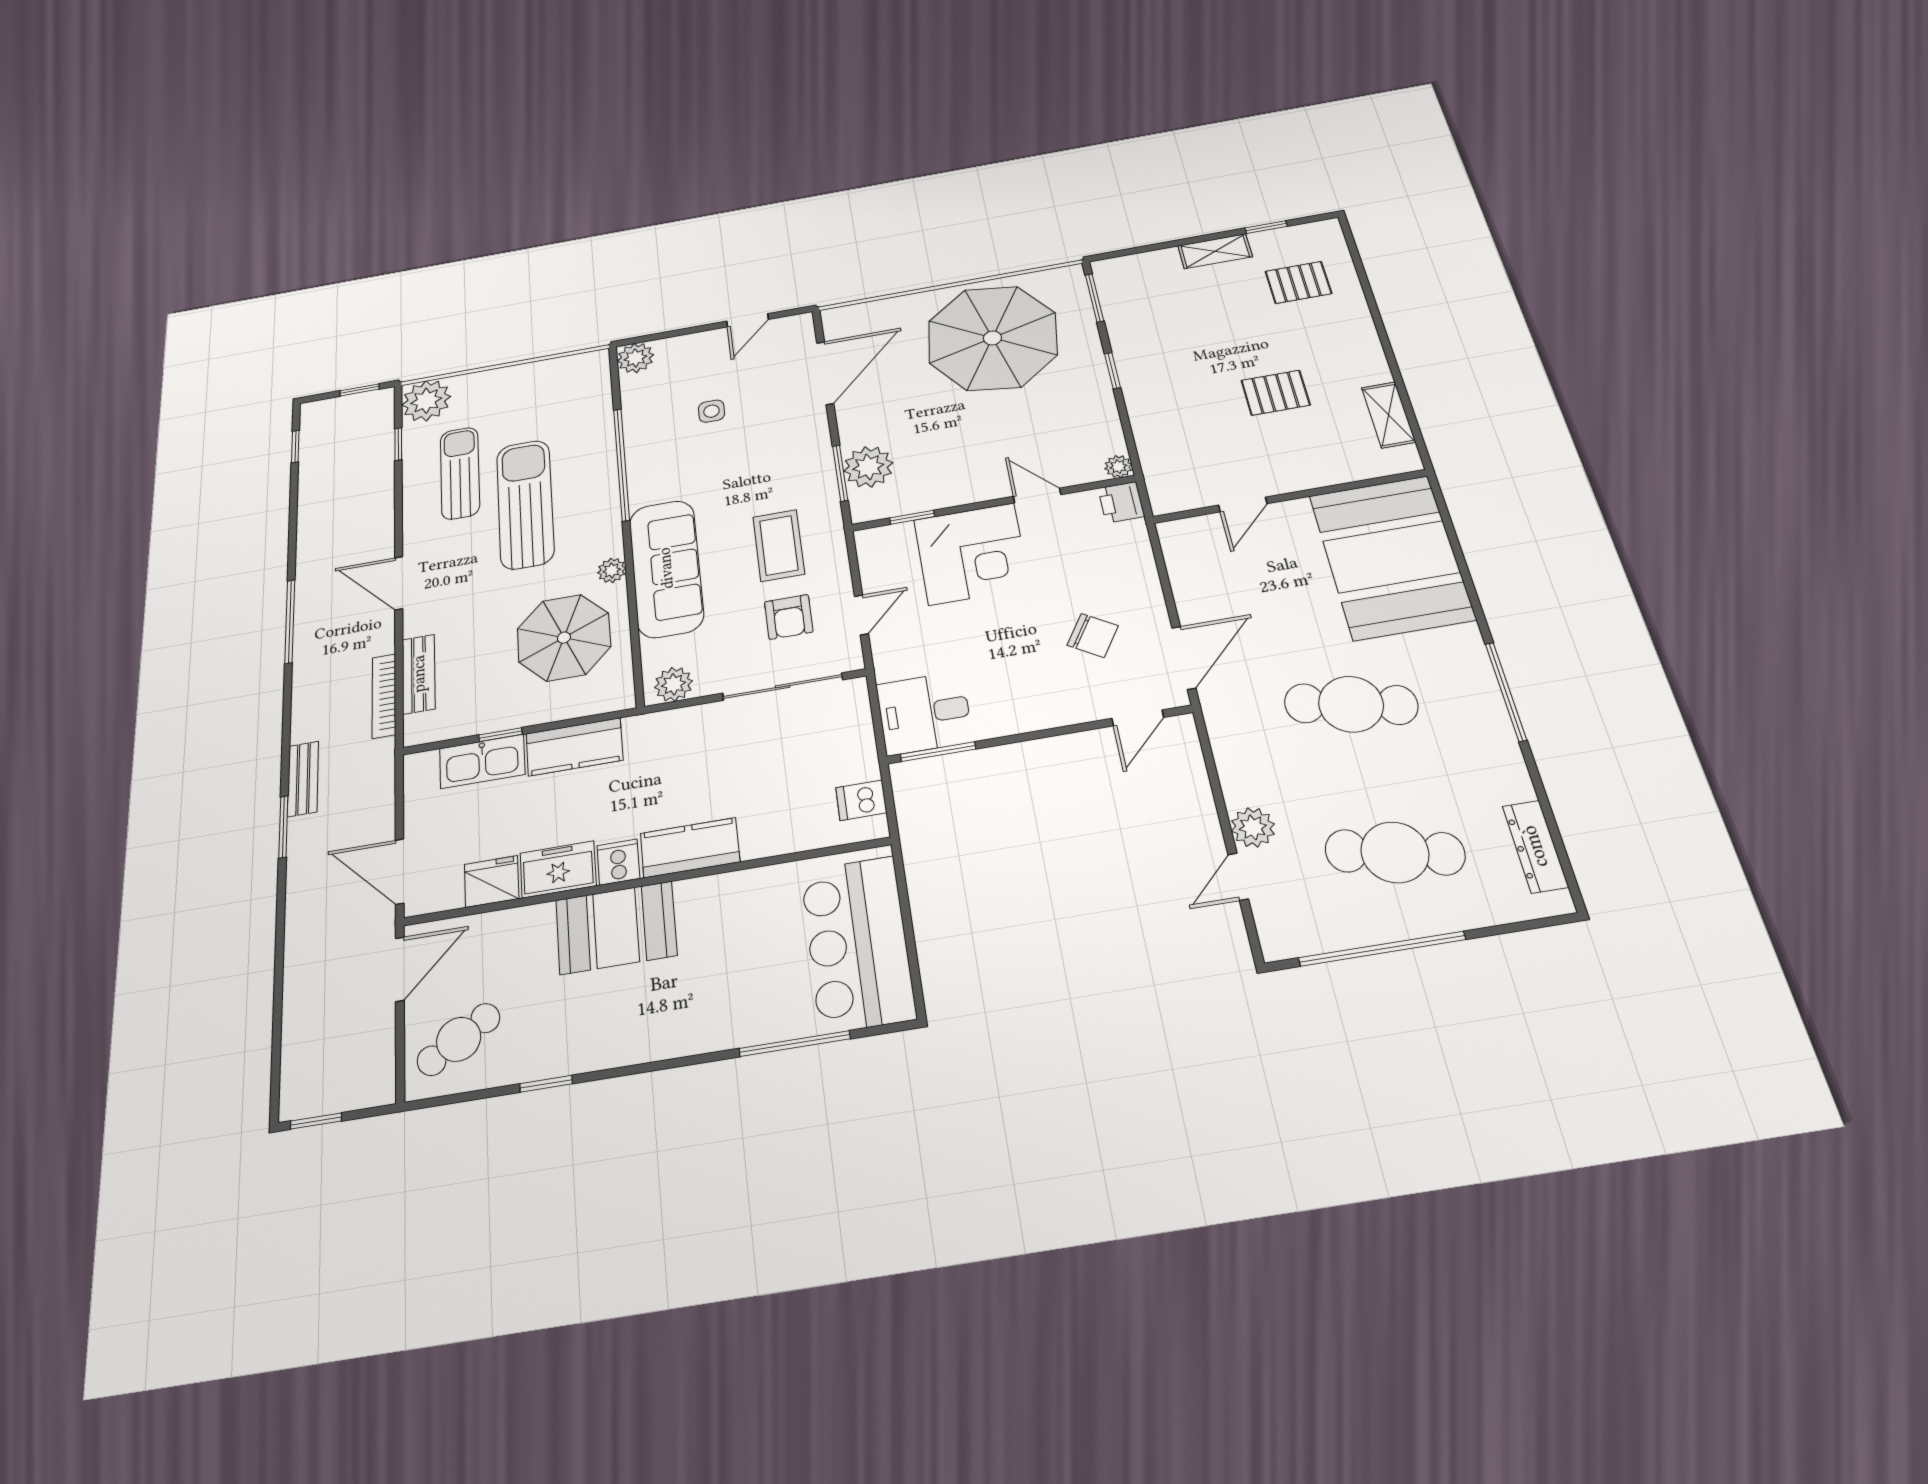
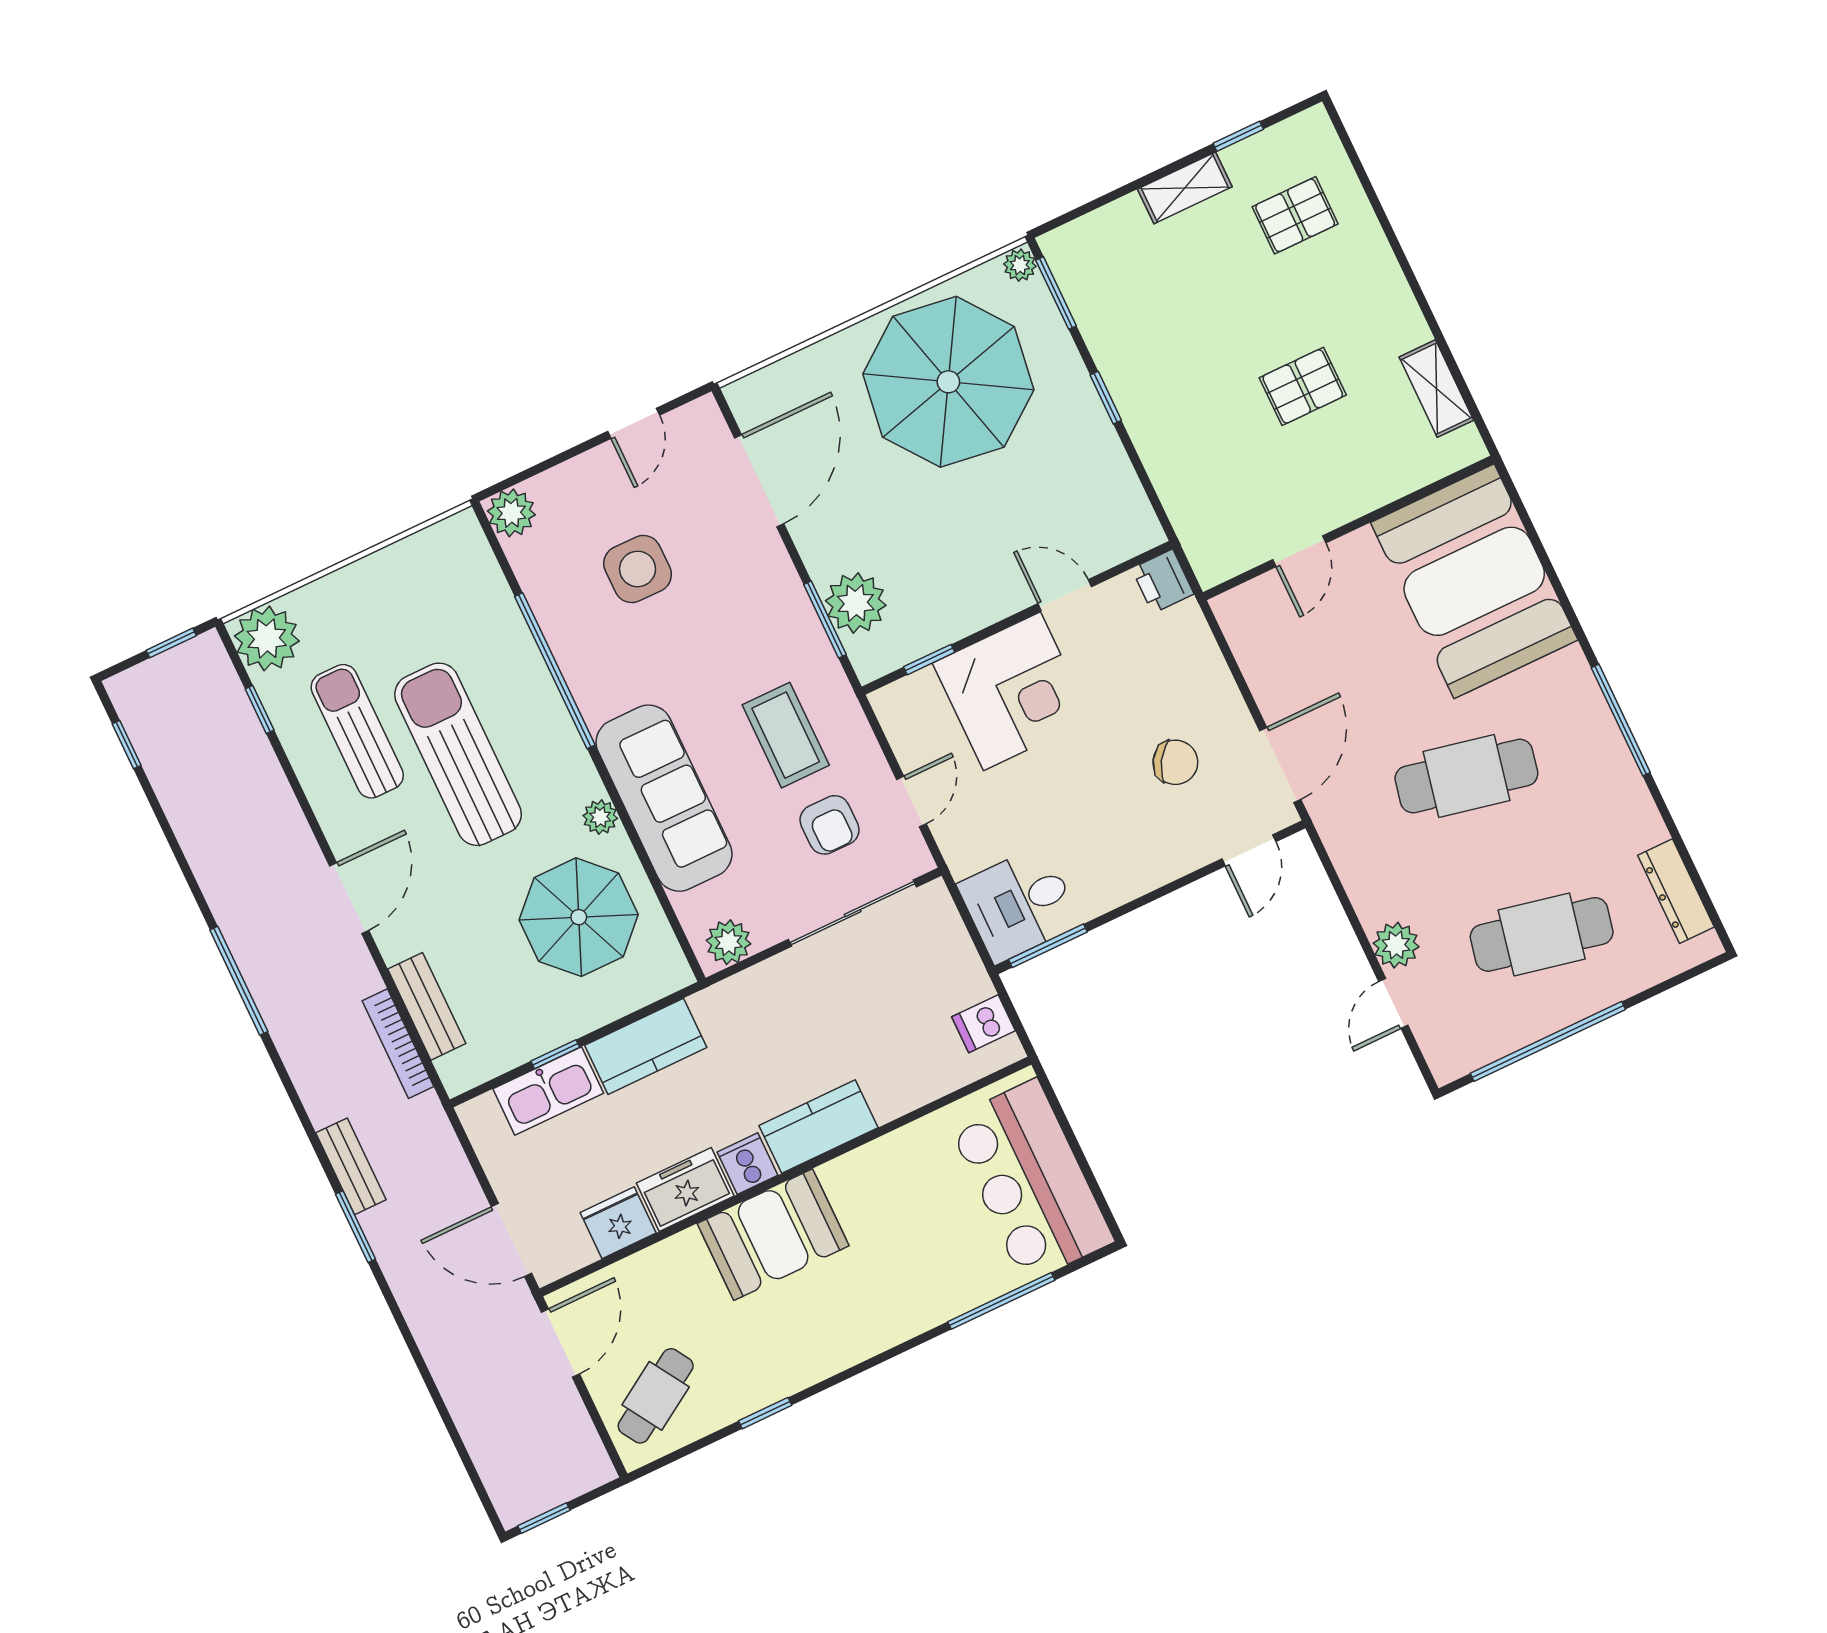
side table: (711, 411) -> (638, 569), width x1.87, depth x1.87
plant: (1118, 467) -> (1020, 265), moved
door: (399, 583) -> (349, 898), swing flipped

